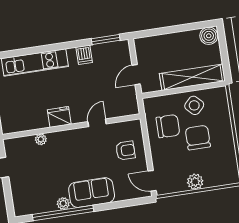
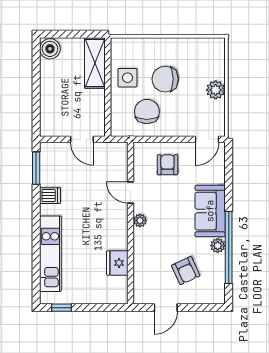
shelving: (192, 77) -> (95, 63), width x0.68
side table: (194, 105) -> (128, 78), turned 45
fridge: (59, 117) -> (117, 263), moved
plant: (41, 139) -> (140, 220), moved
armchair: (38, 180) -> (186, 271), added

